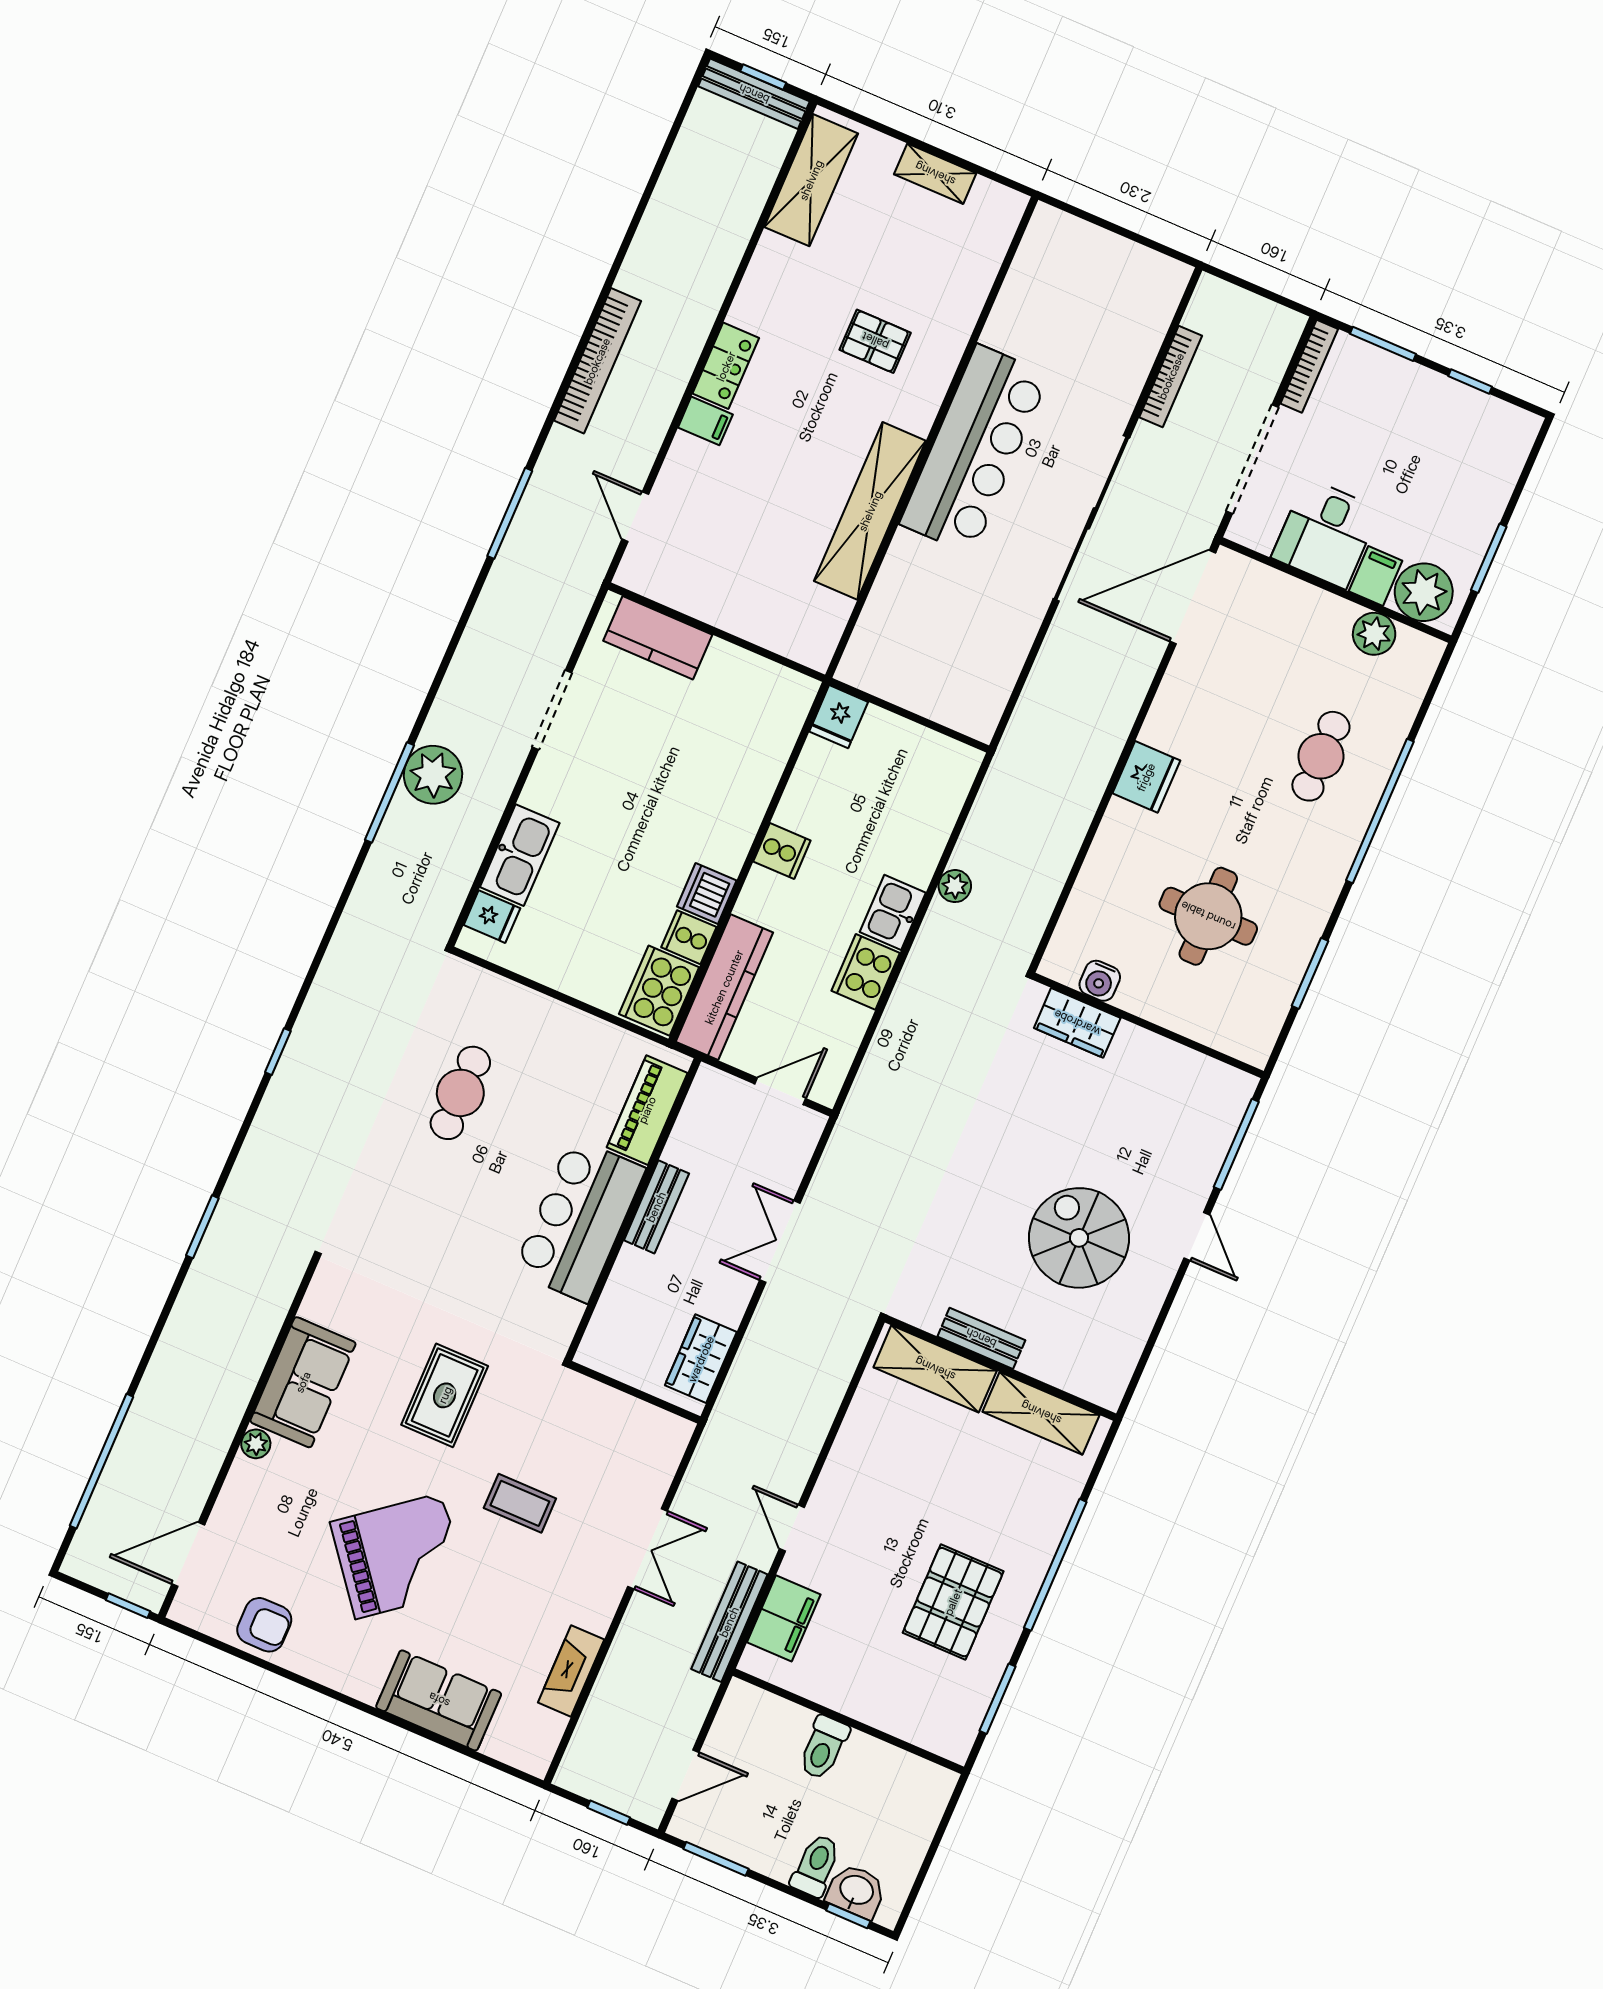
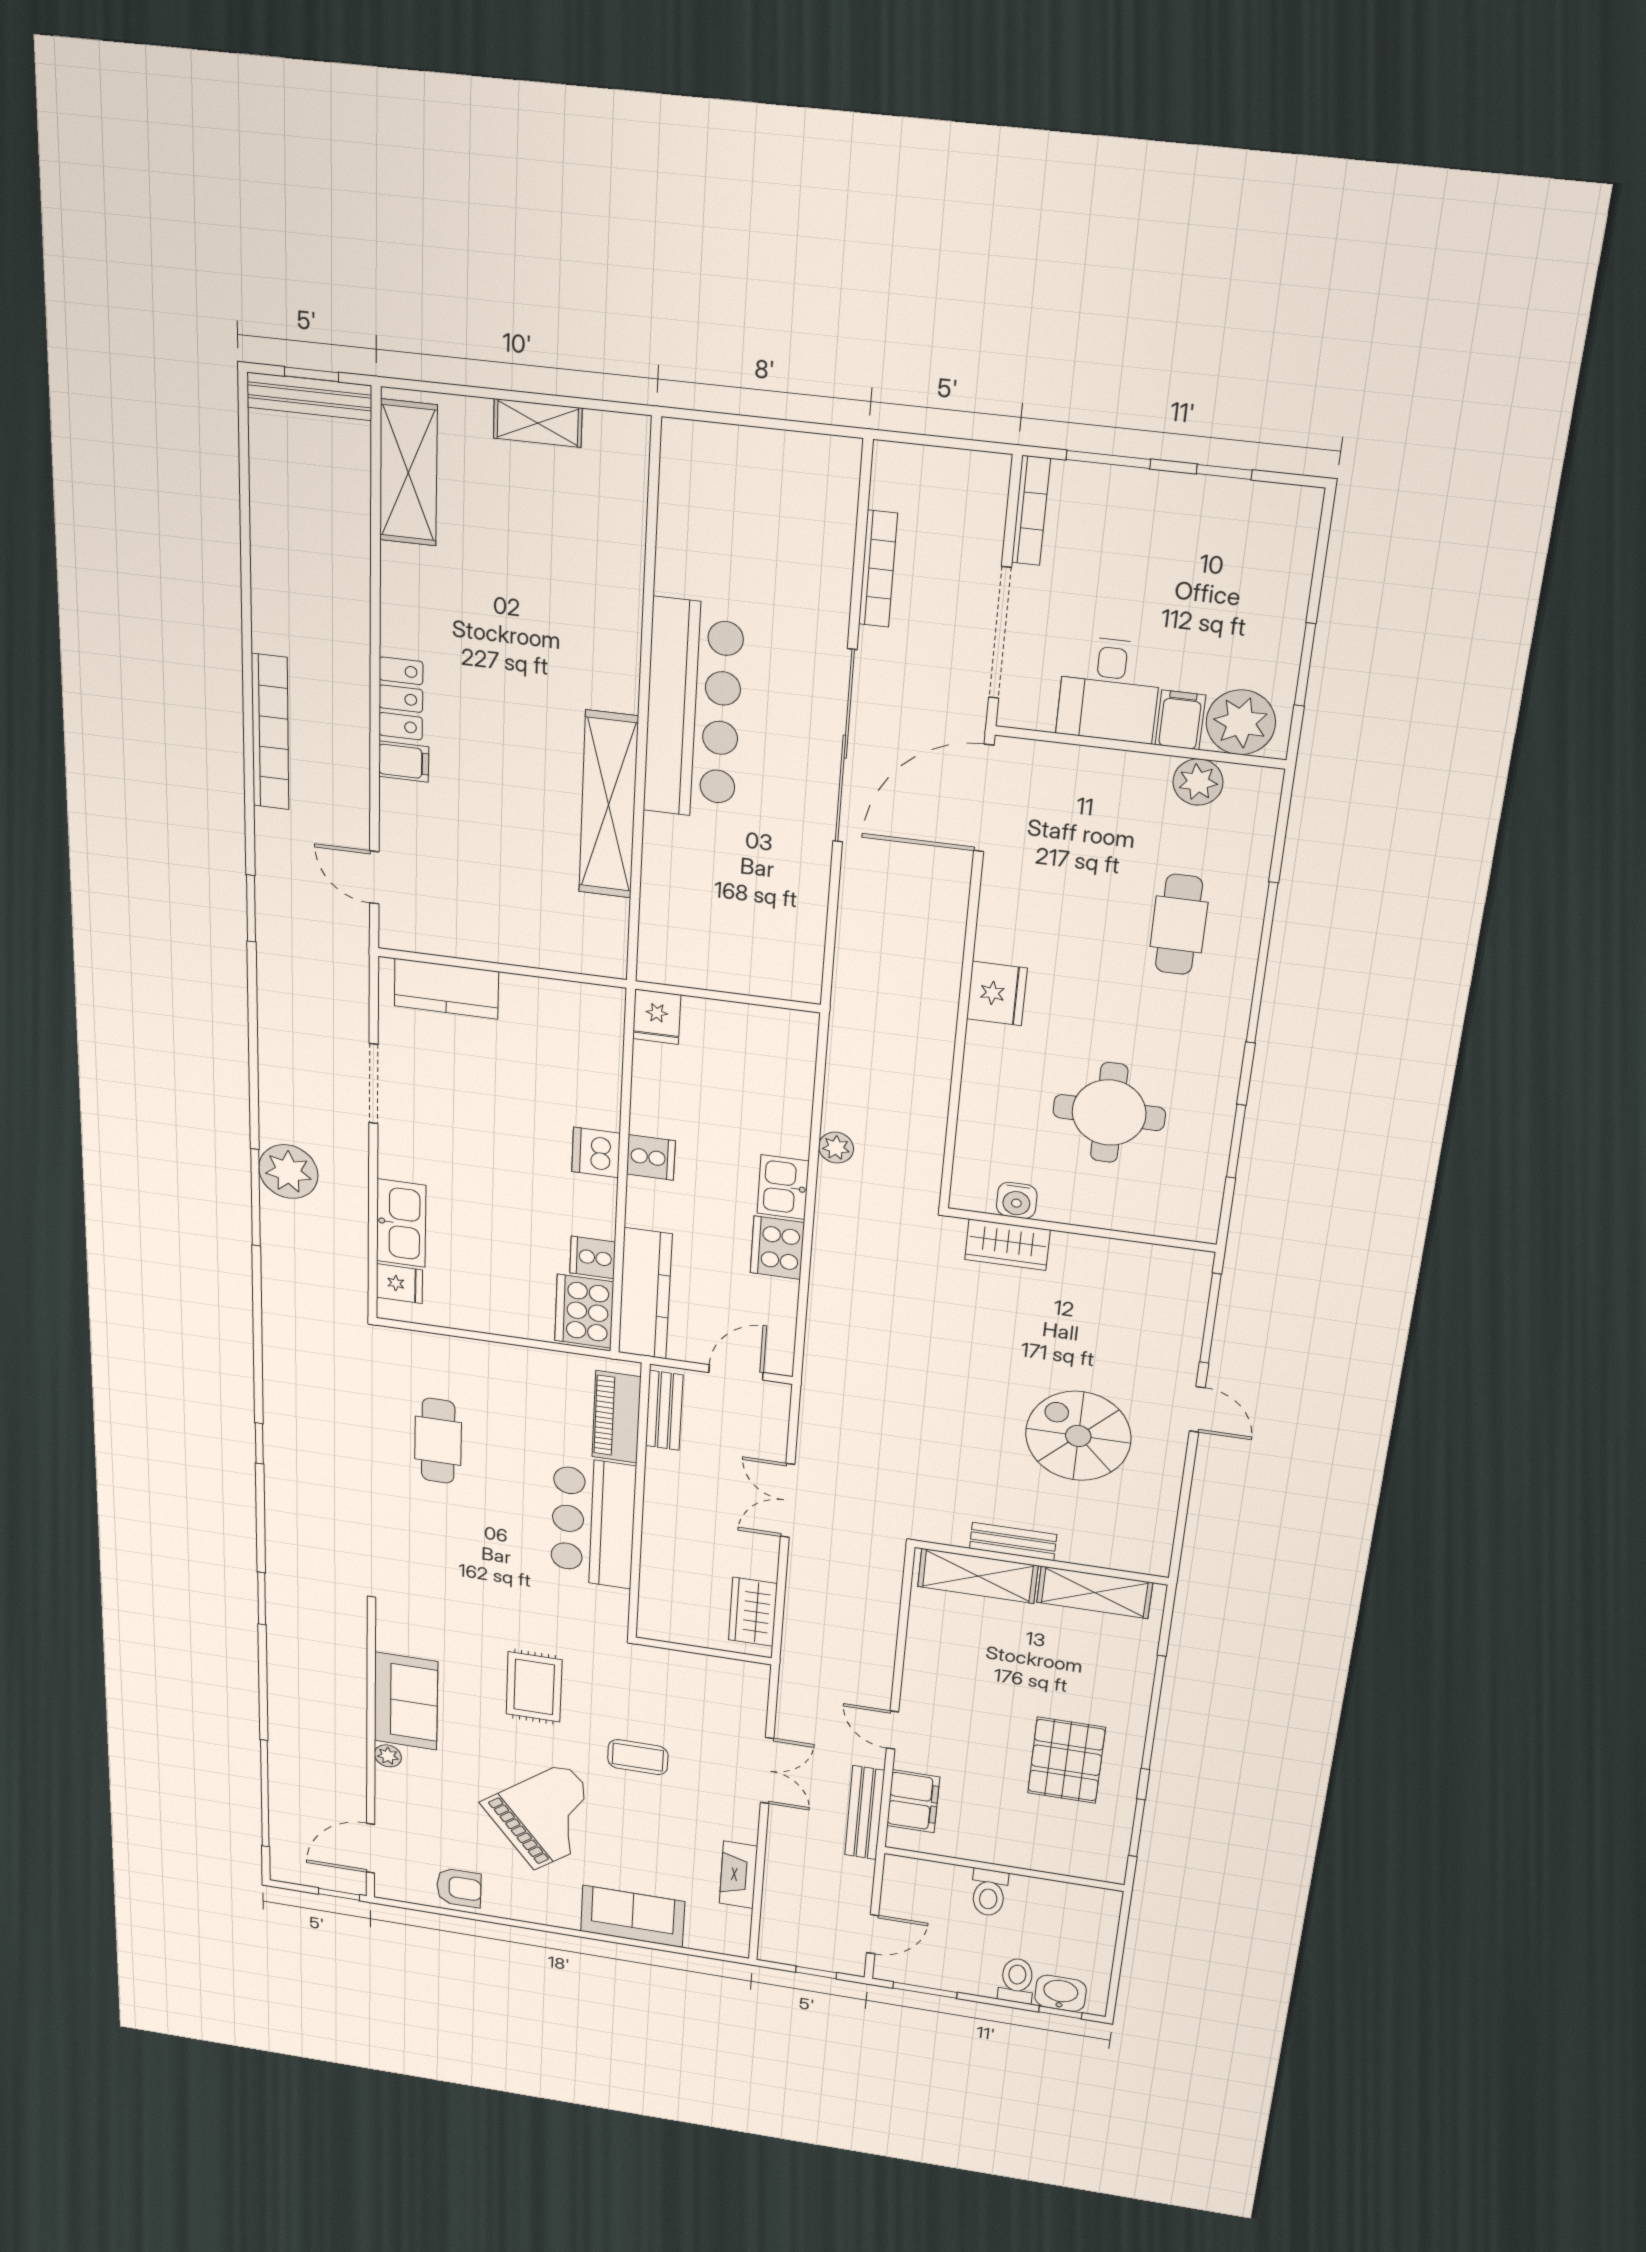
pallet: (875, 341) -> (545, 627), removed
window: (510, 513) -> (251, 909), width x0.69
dishwasher: (707, 894) -> (596, 1152), moved
bench: (656, 1207) -> (664, 1410), moved

